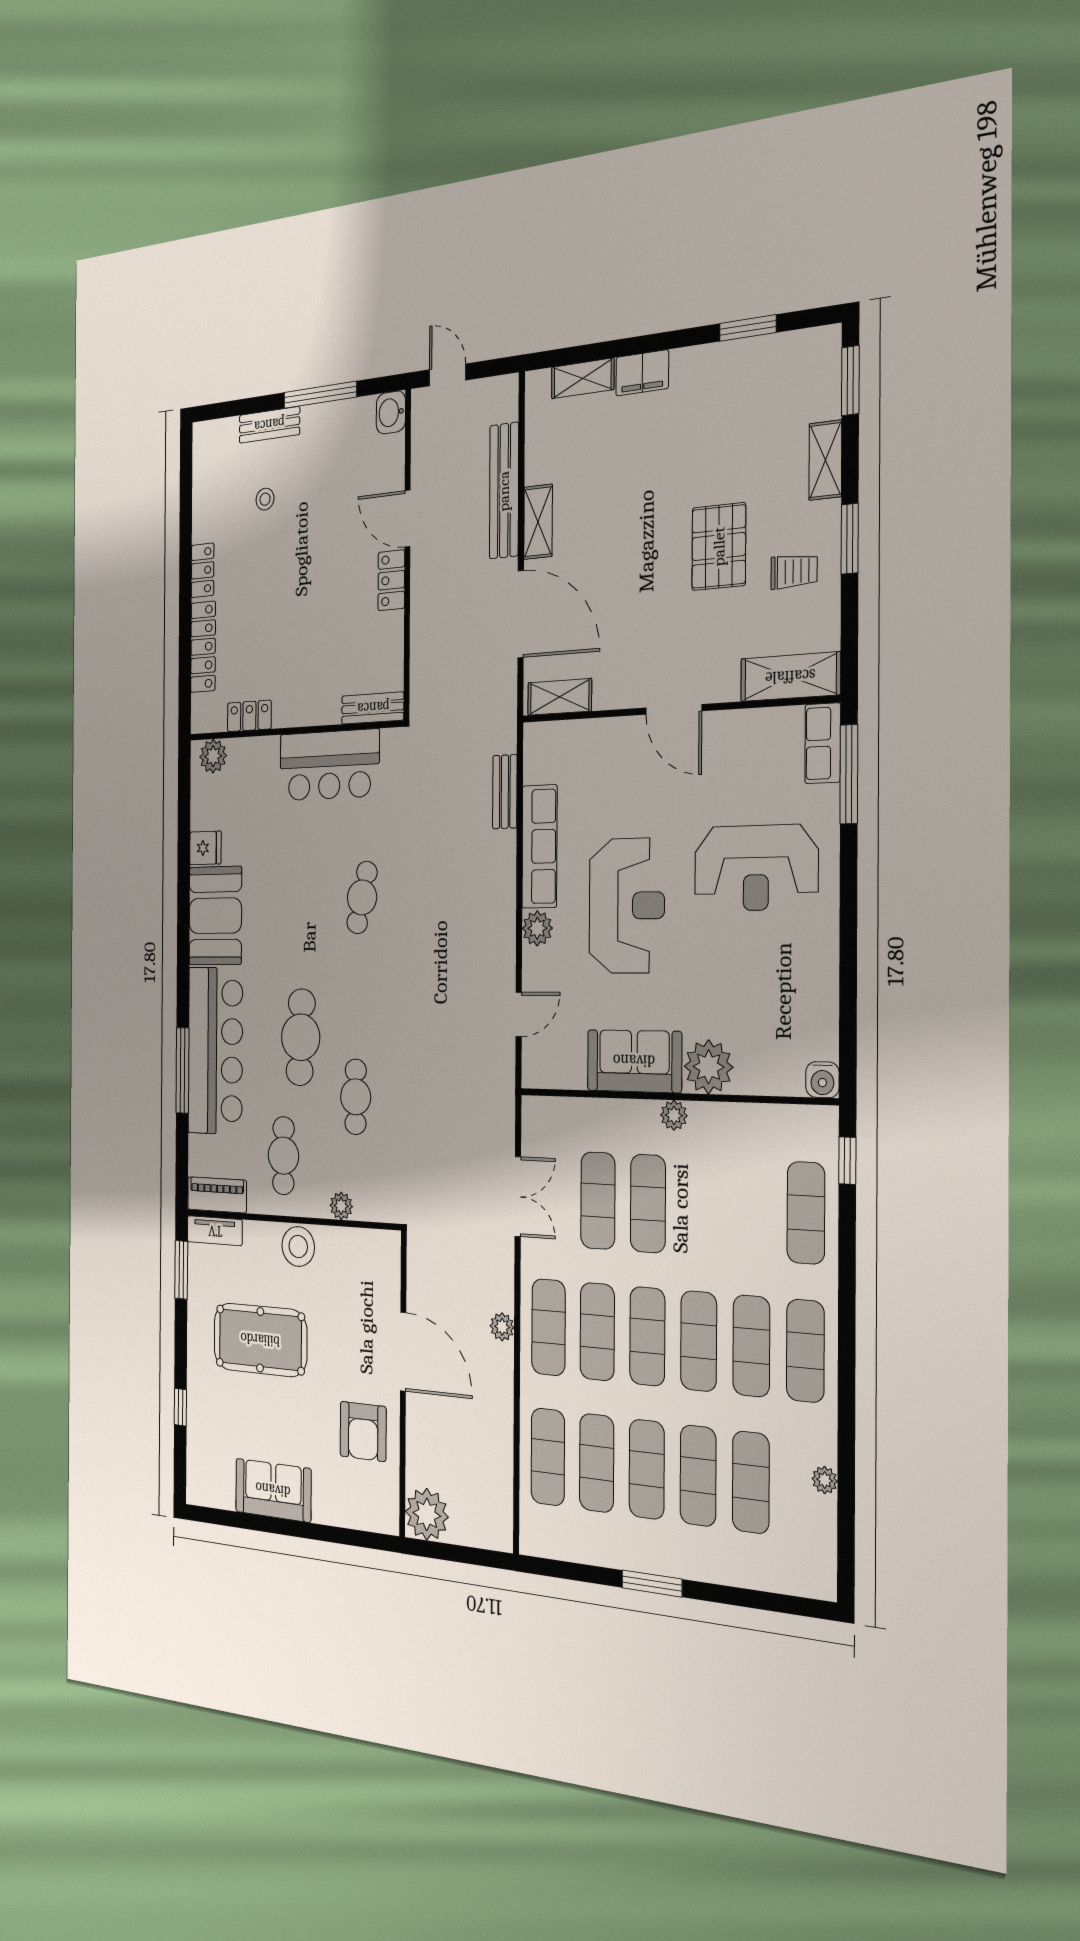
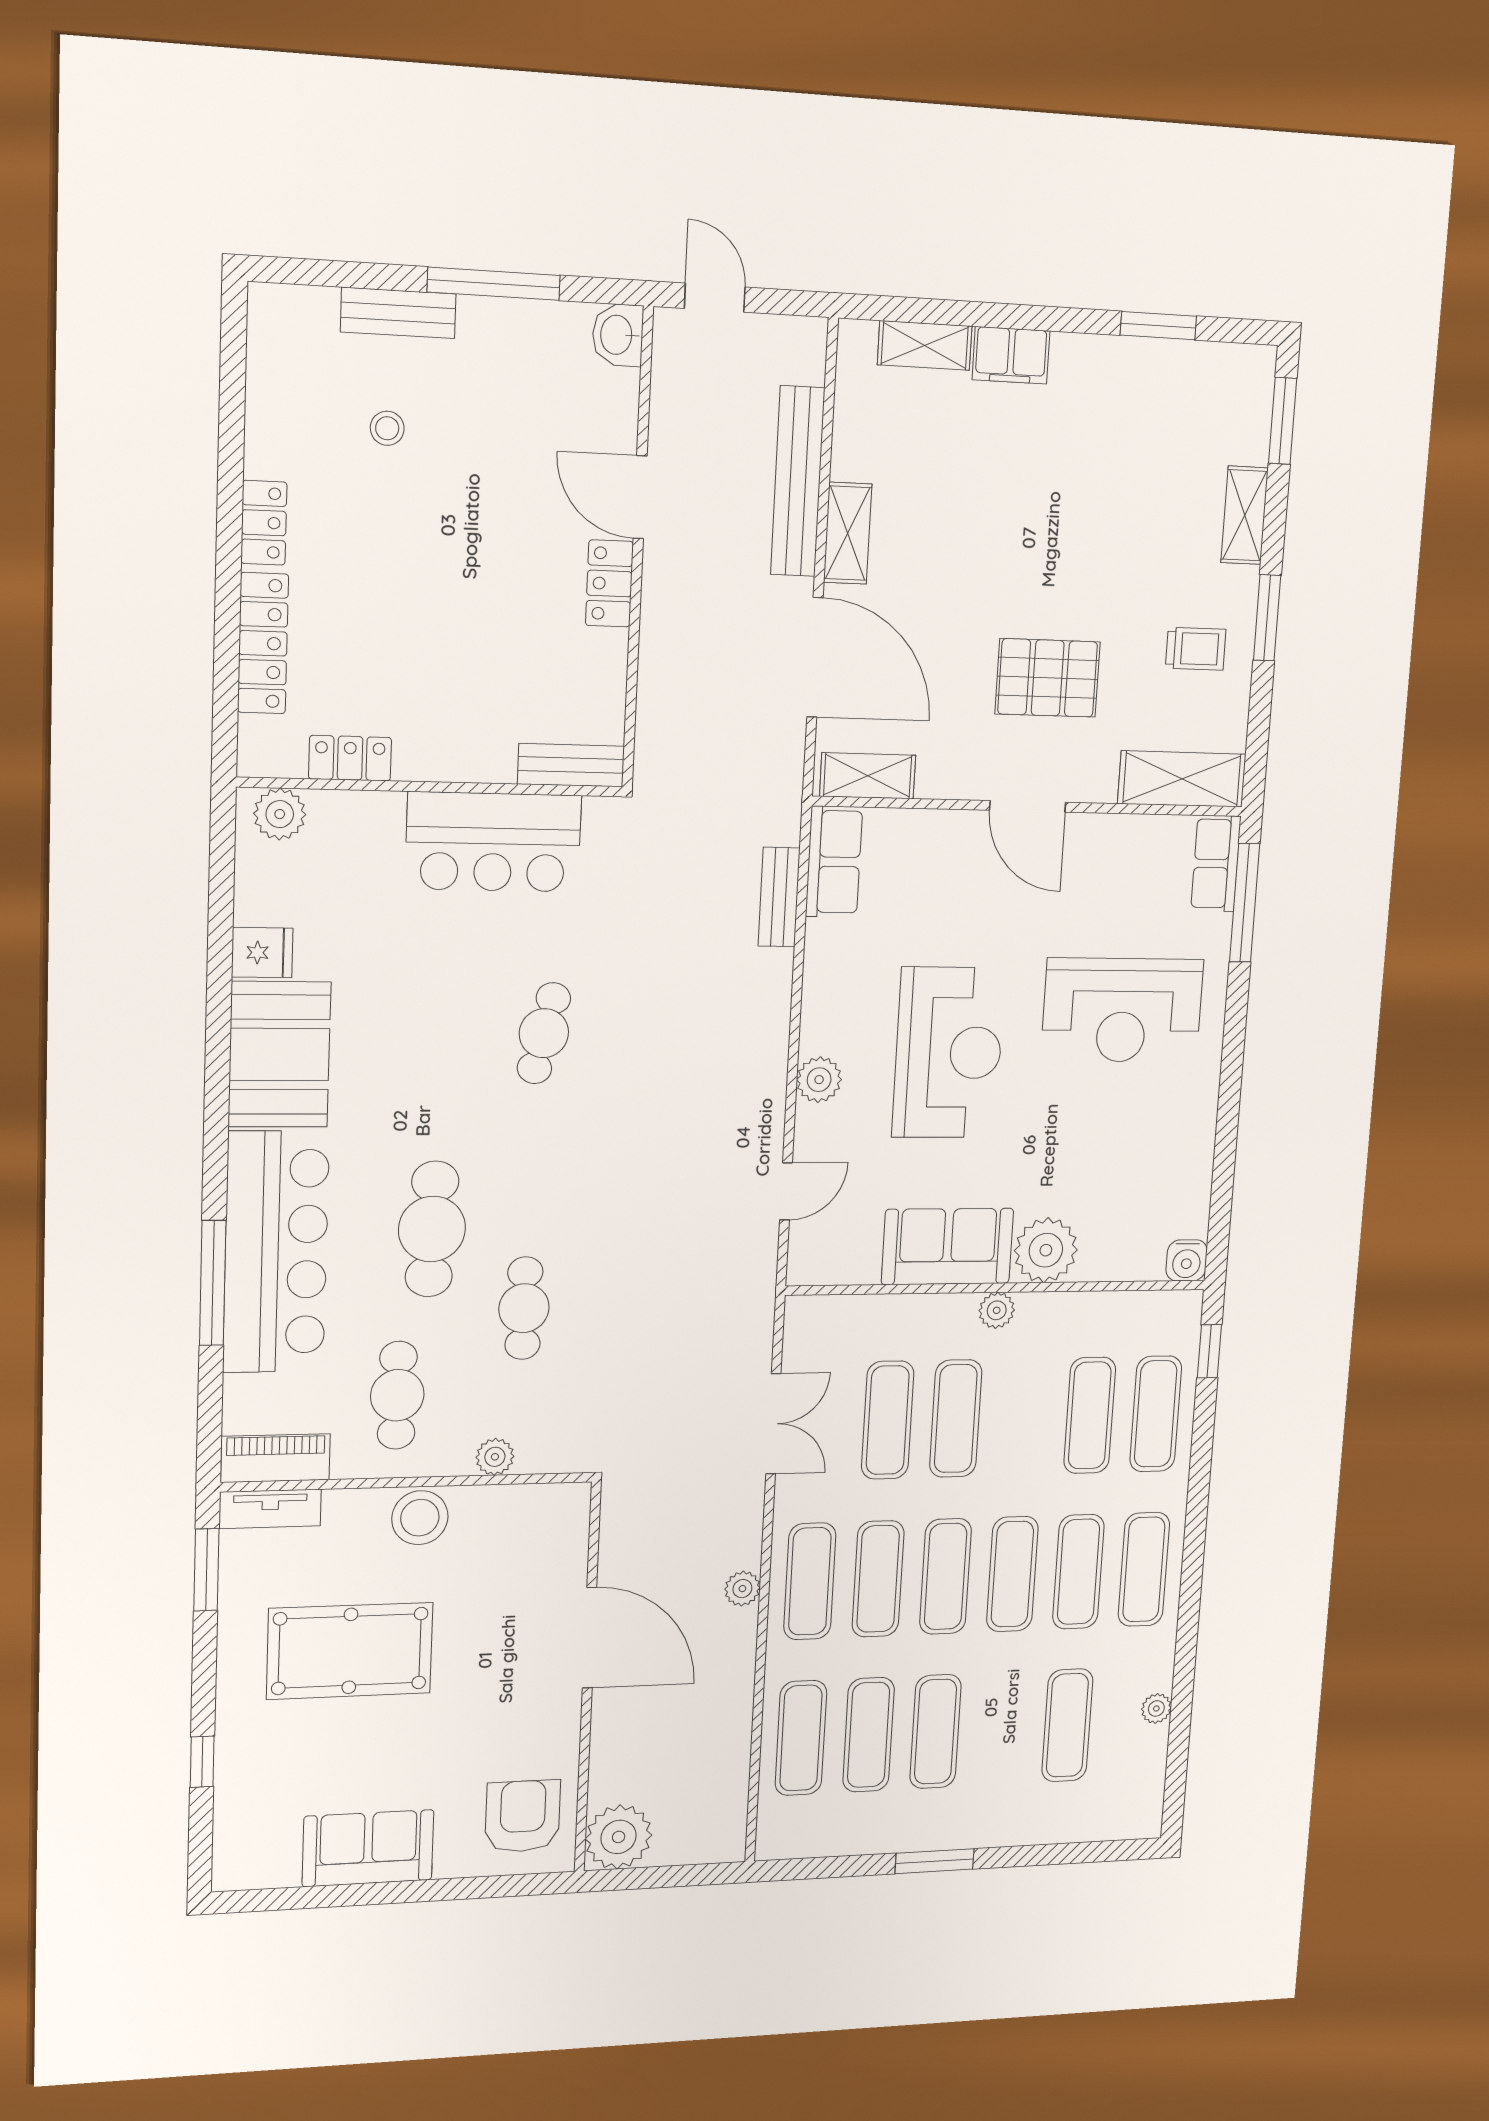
pallet: (719, 547) -> (1048, 678), moved, turned 90
row of seats: (540, 846) -> (834, 862), moved, width x0.68
armchair: (363, 1431) -> (523, 1816), moved, turned 180
exercise mat: (698, 1476) -> (1090, 1415), moved

